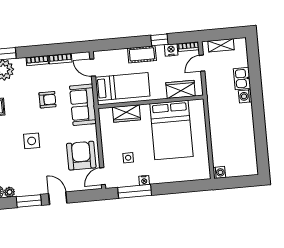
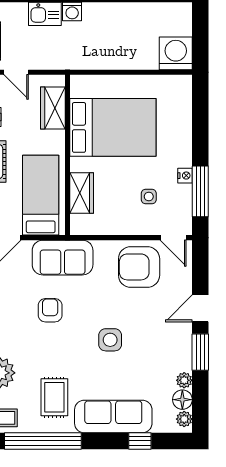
washing machine: (219, 172) -> (176, 53), width x1.89, depth x1.89

